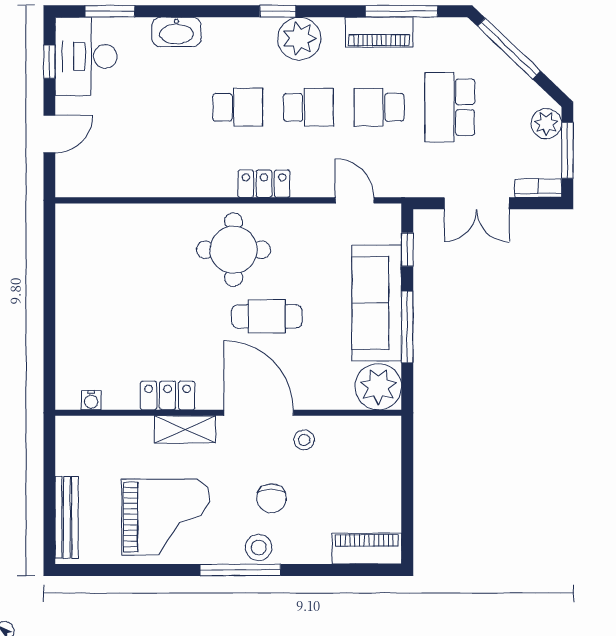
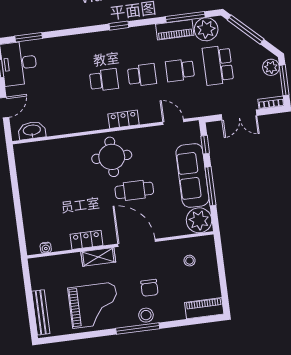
washbasin: (176, 32) -> (32, 131), moved, turned 180
plant: (299, 39) -> (206, 29), moved
stool: (304, 440) -> (190, 261), moved

